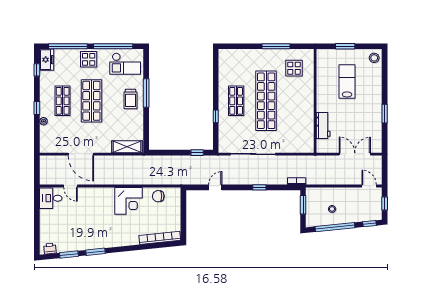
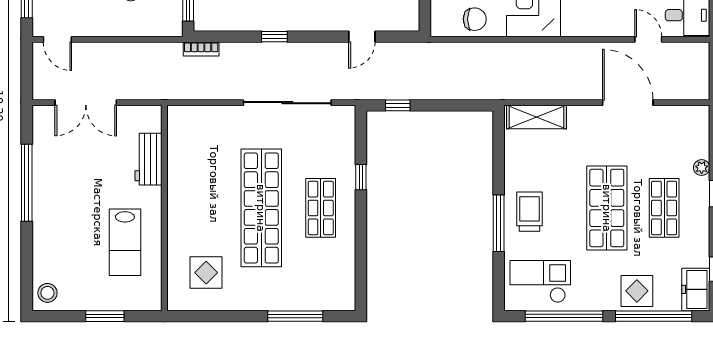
window: (276, 46) -> (295, 316), moved
display table: (89, 59) -> (637, 291), moved
lab bench: (347, 82) -> (125, 242), moved
window: (385, 114) -> (27, 183), width x2.11

